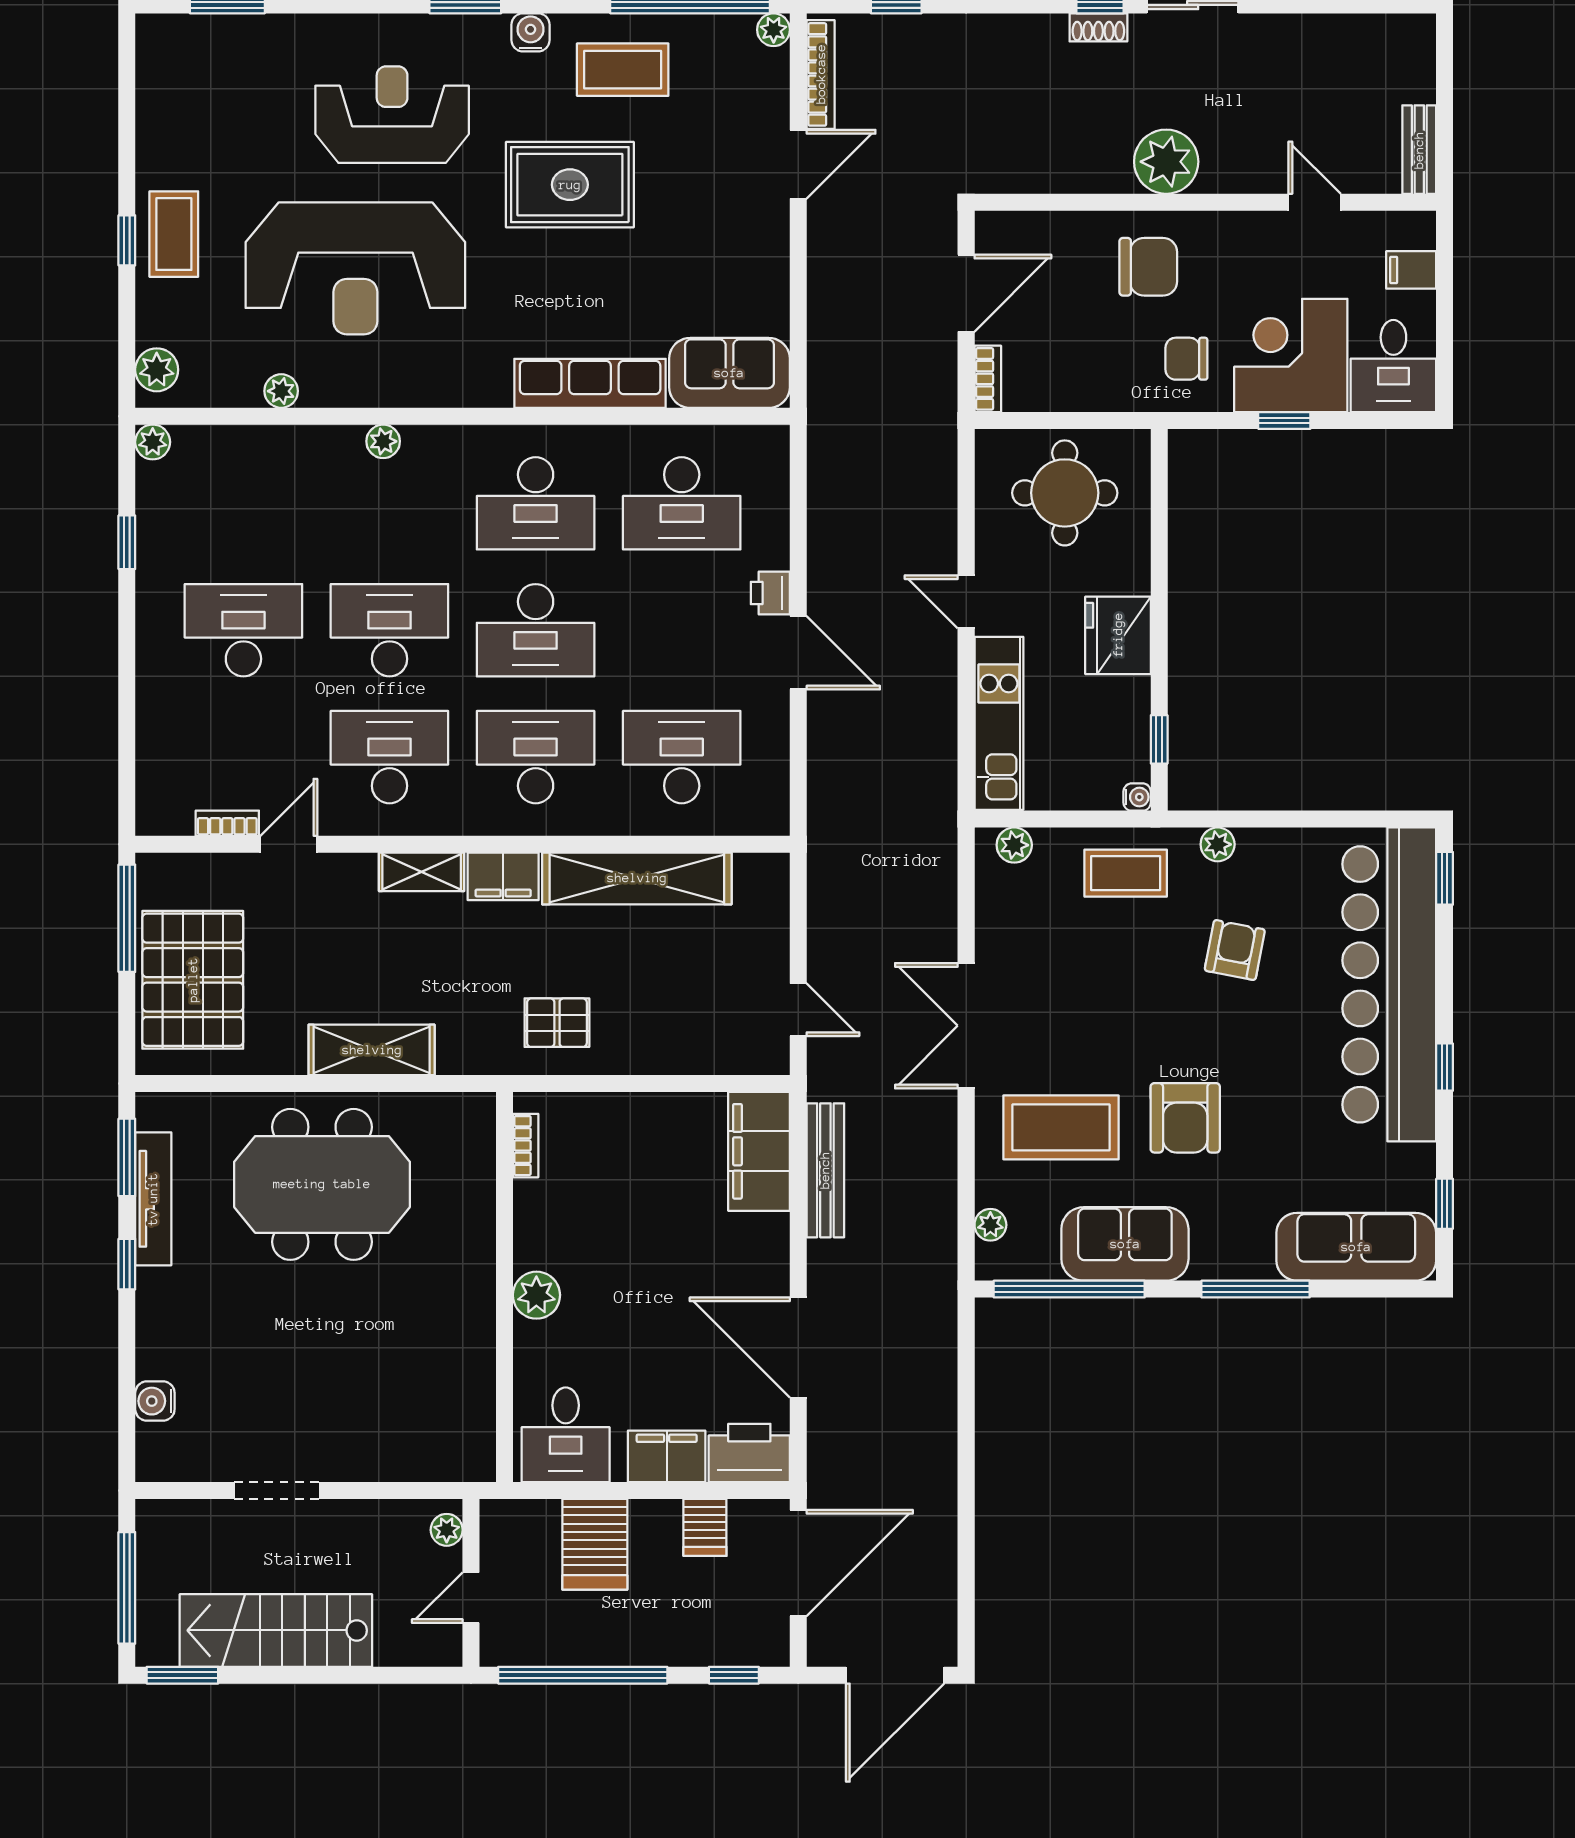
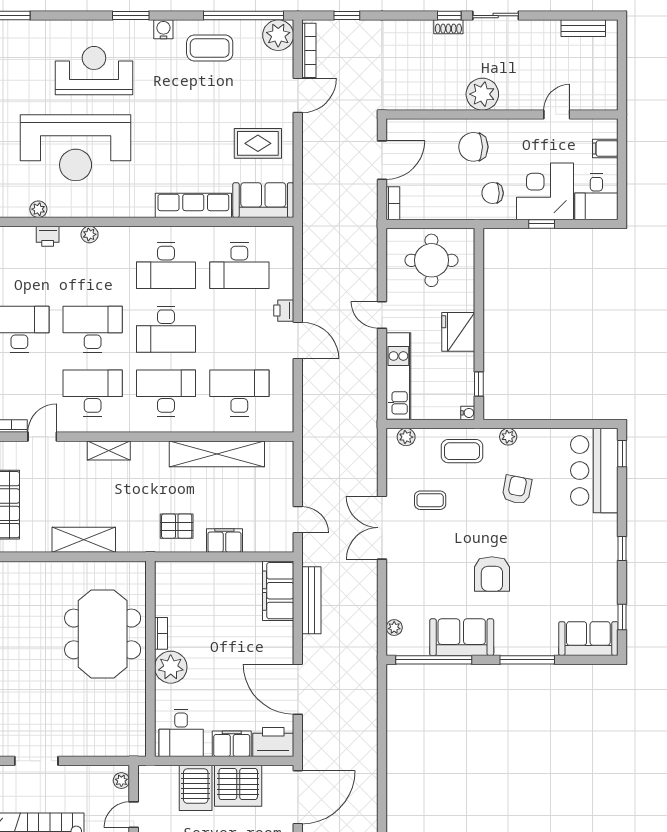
plant: (774, 30) -> (278, 35), width x1.88, depth x1.88
bench: (1419, 150) -> (583, 28), moved, turned 90
rug: (570, 185) -> (258, 143), moved, width x0.73, depth x0.70
door: (1315, 202) -> (557, 114), hinge flipped
chair: (1148, 267) -> (473, 147), turned 180
printer: (300, 445) -> (48, 236), added
filing cabinet: (503, 876) -> (224, 541), moved, turned 180
bar counter: (1389, 984) -> (594, 471), width x0.54
coffee table: (1061, 1127) -> (430, 500), moved, width x0.54, depth x0.58
bookcase: (526, 1146) -> (161, 633), moved
meeting table: (322, 1184) -> (103, 634), moved, turned 90
sofa: (1356, 1247) -> (588, 639), width x0.73
plant: (536, 1295) -> (171, 667), width x1.36, depth x1.36
server rack: (705, 1527) -> (238, 786), width x2.18, depth x1.44

